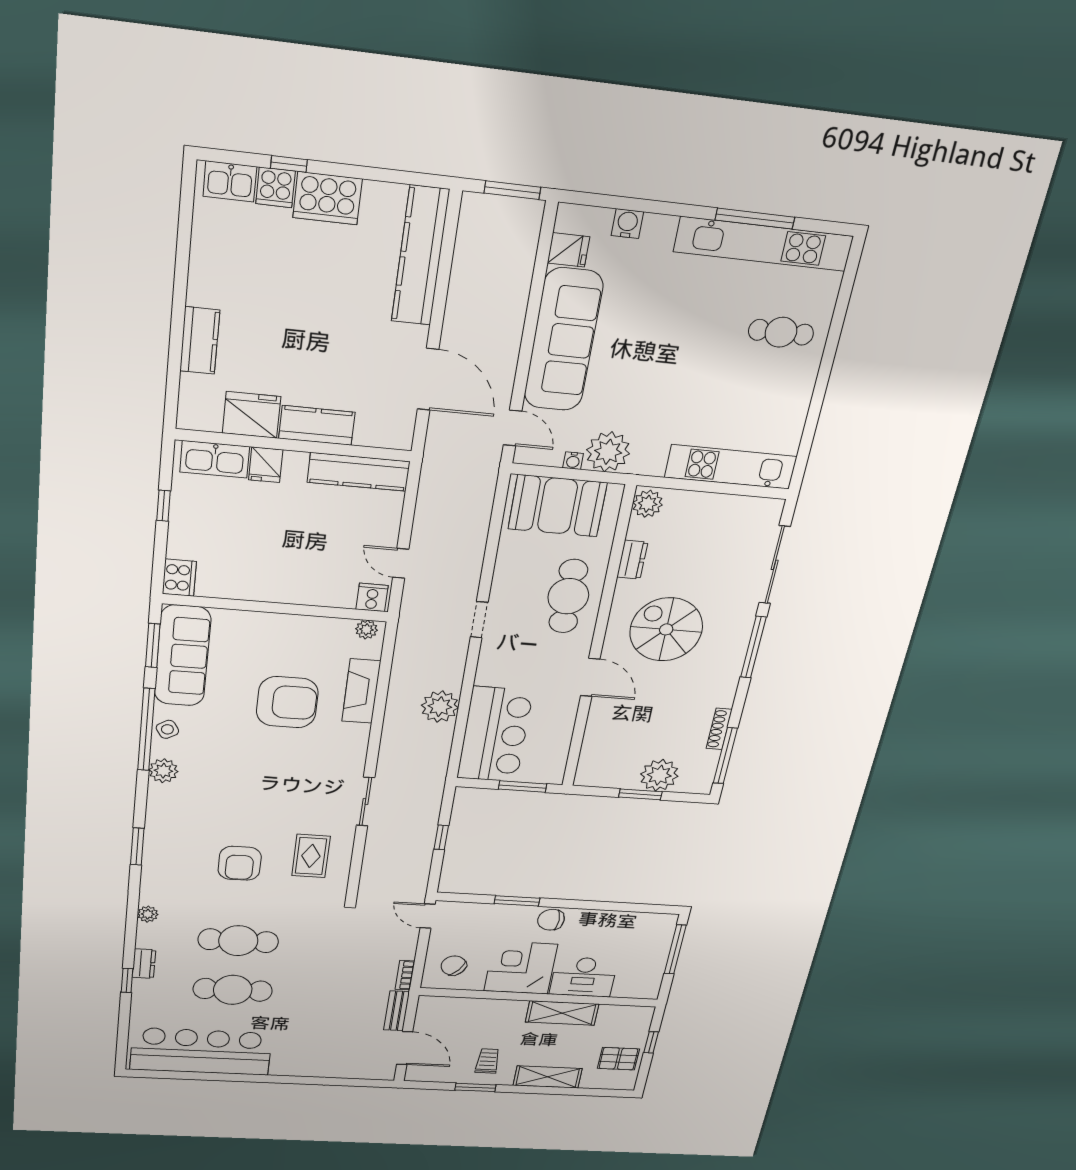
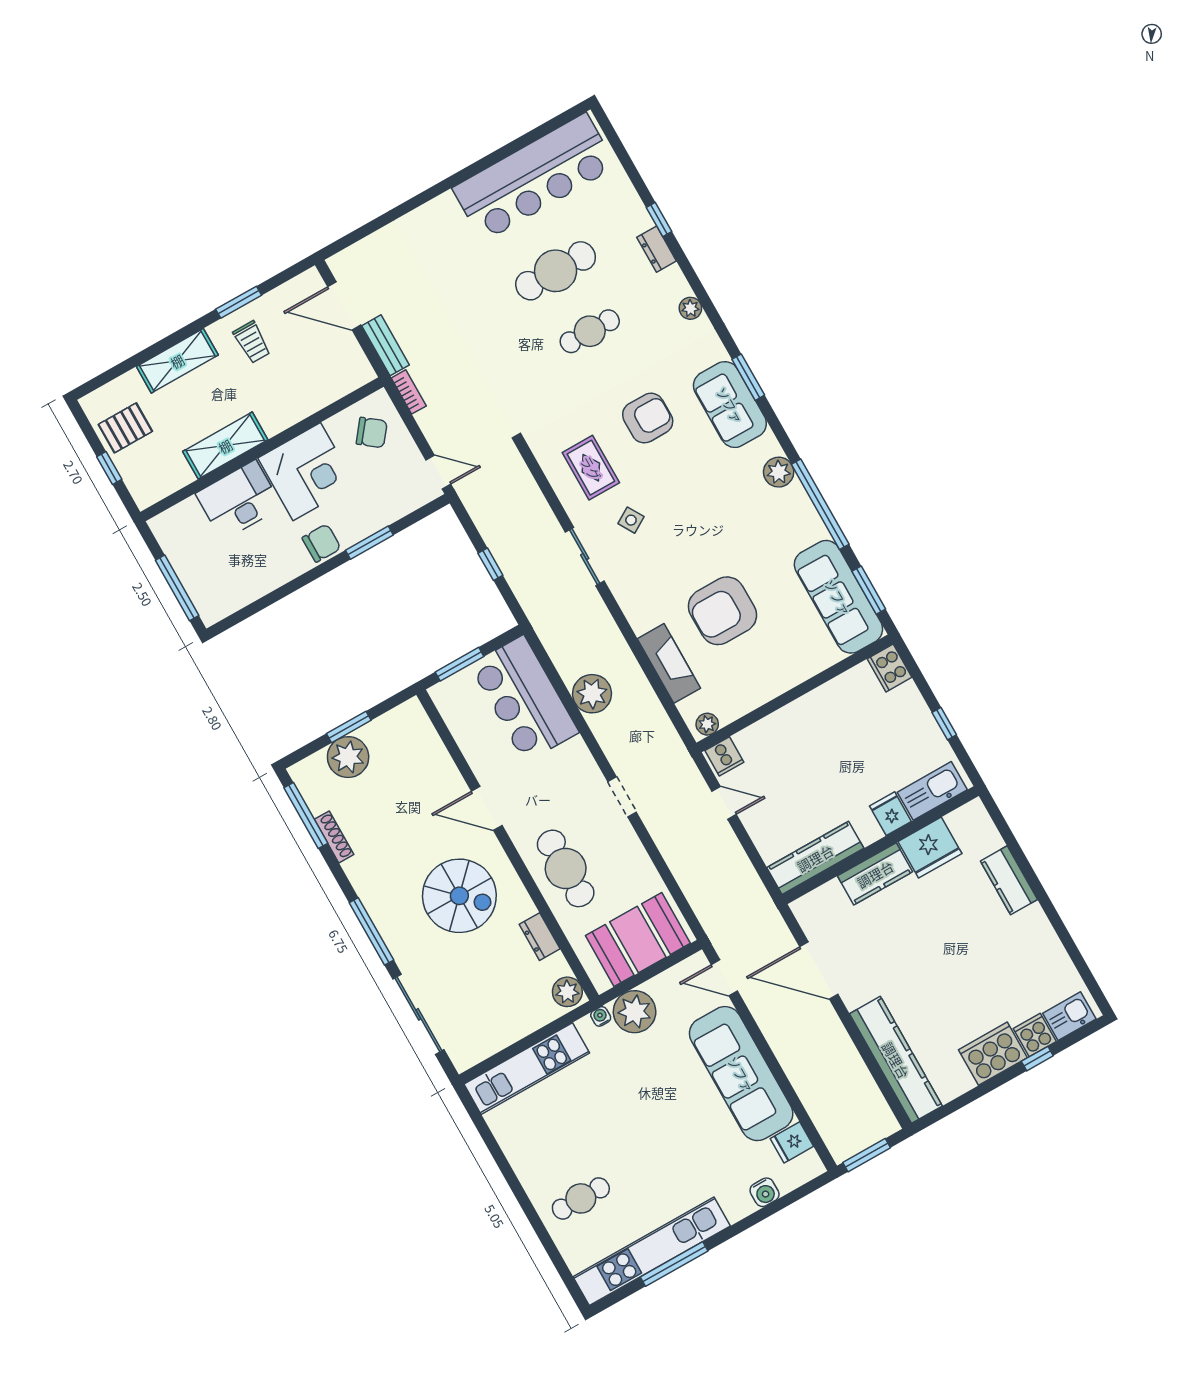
water cooler: (573, 461) -> (601, 1016), moved
side table: (167, 729) -> (631, 520), moved
sofa: (167, 837) -> (730, 405), added
armchair: (240, 863) -> (648, 418), turned 90
cafe table: (238, 941) -> (590, 331), width x0.73, depth x0.74

